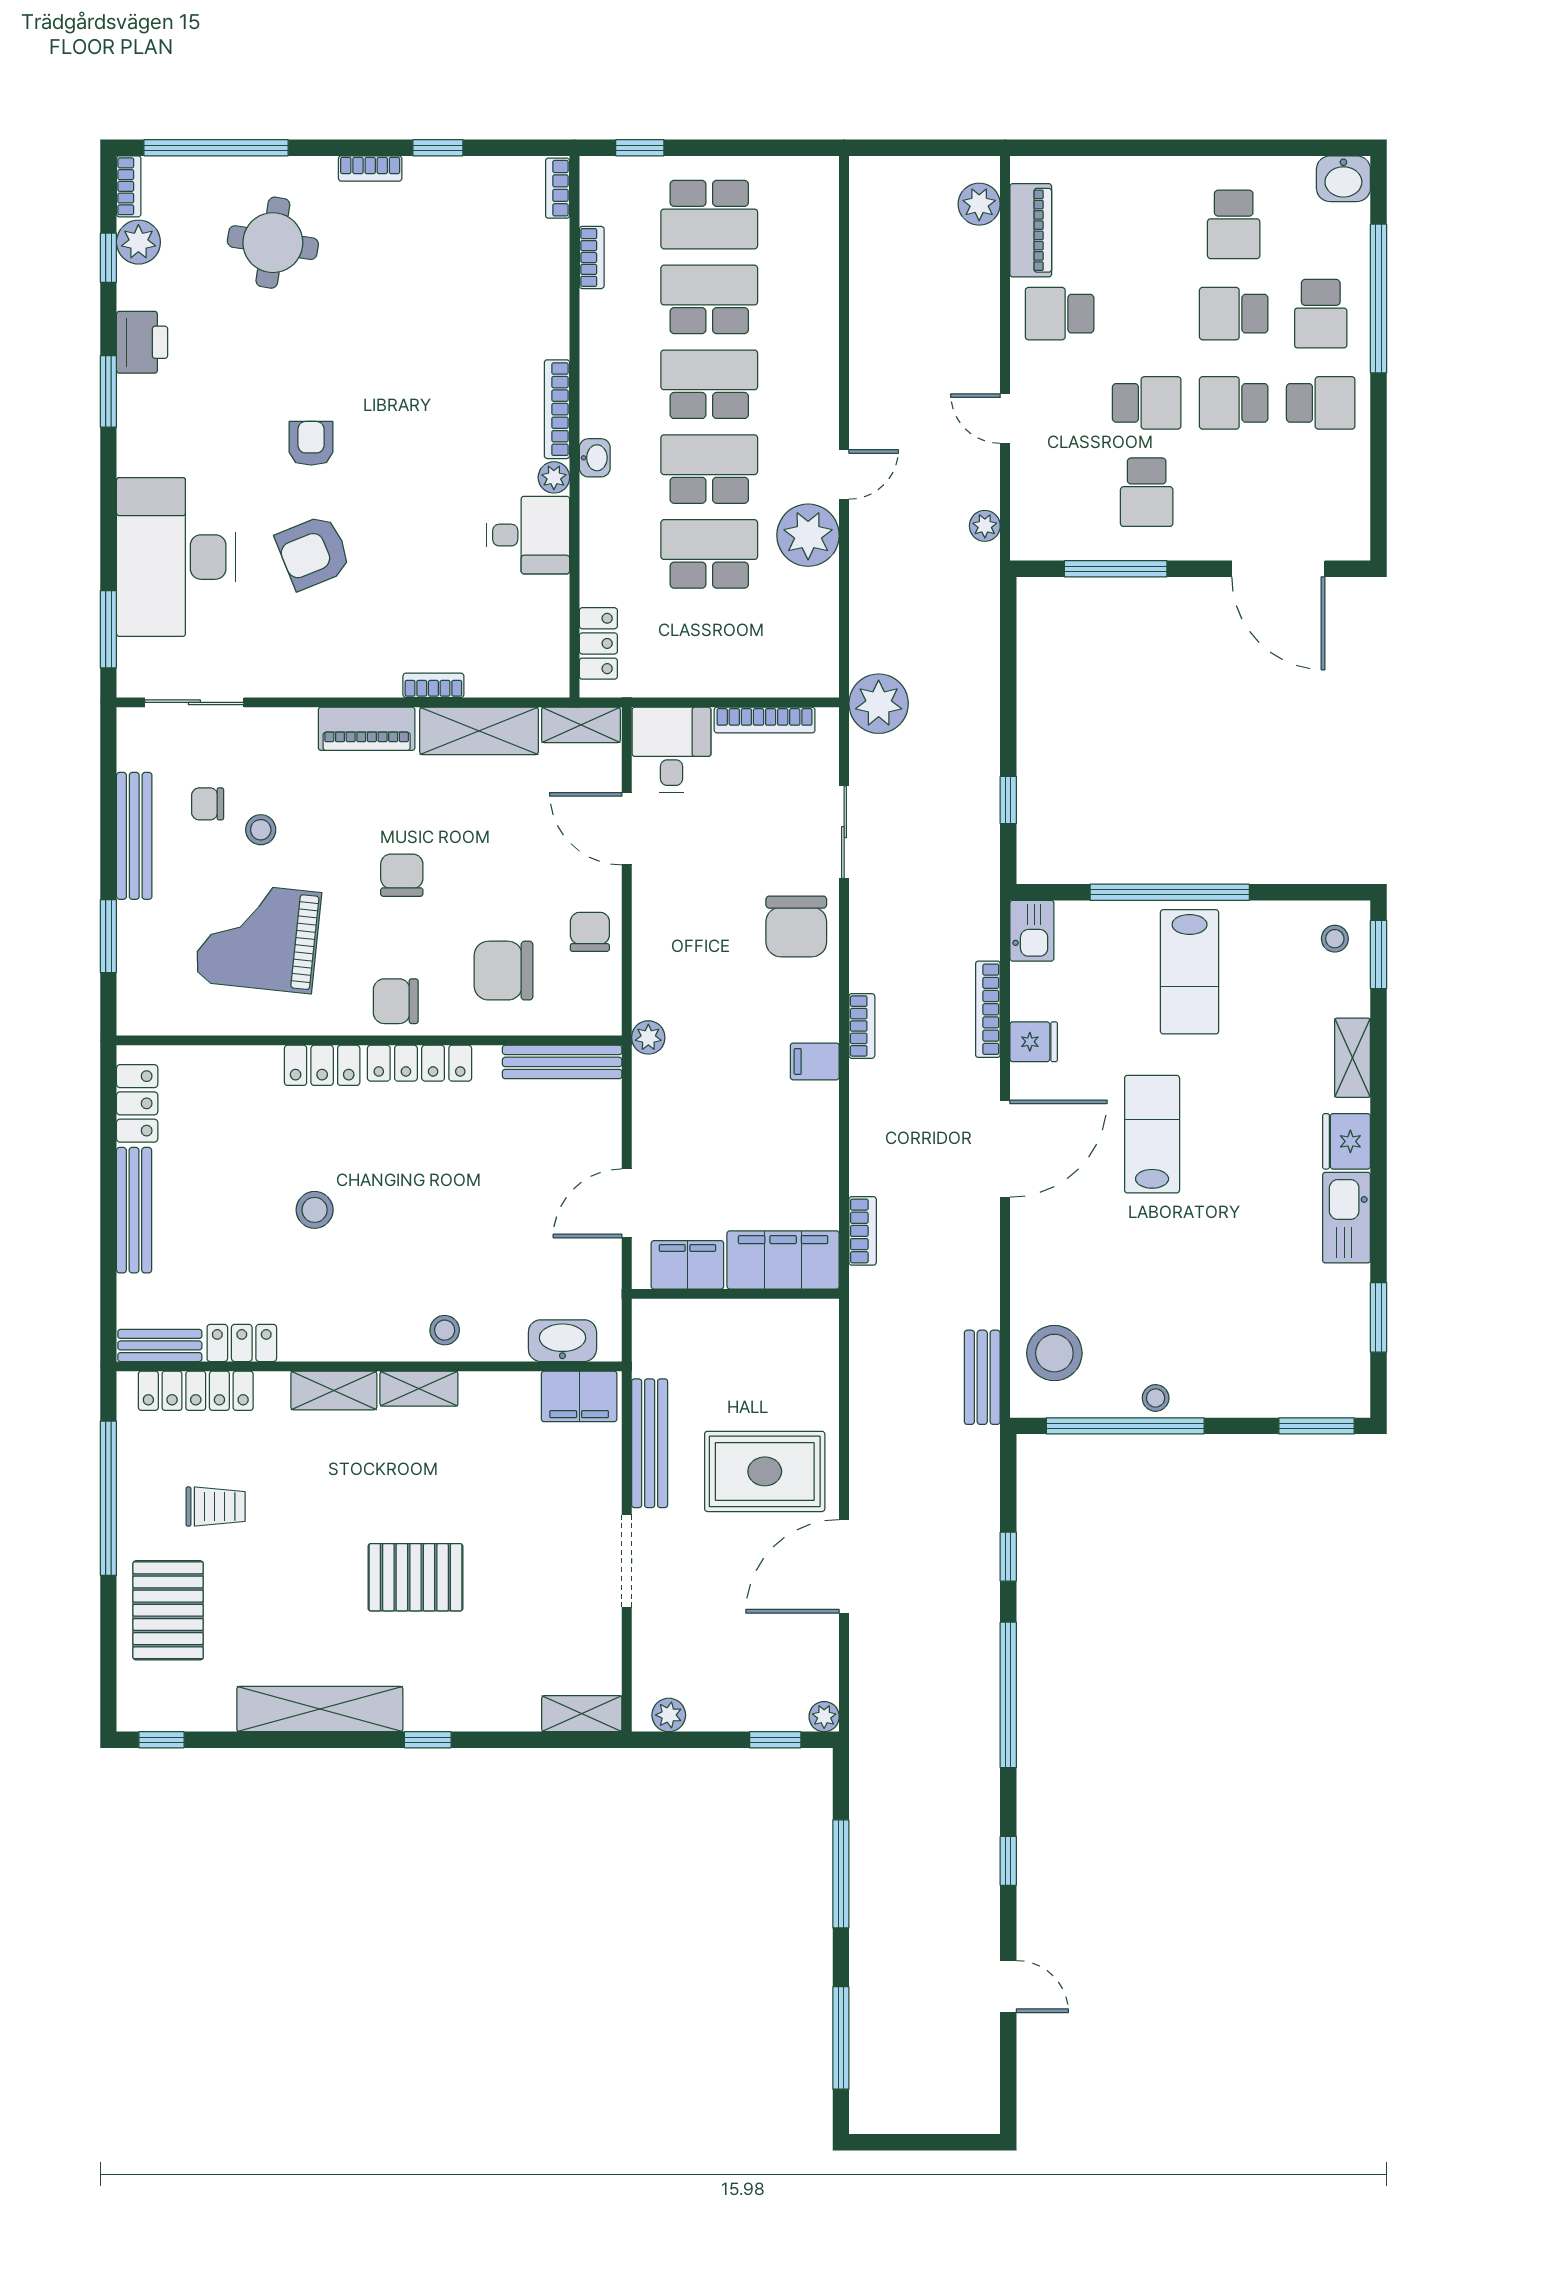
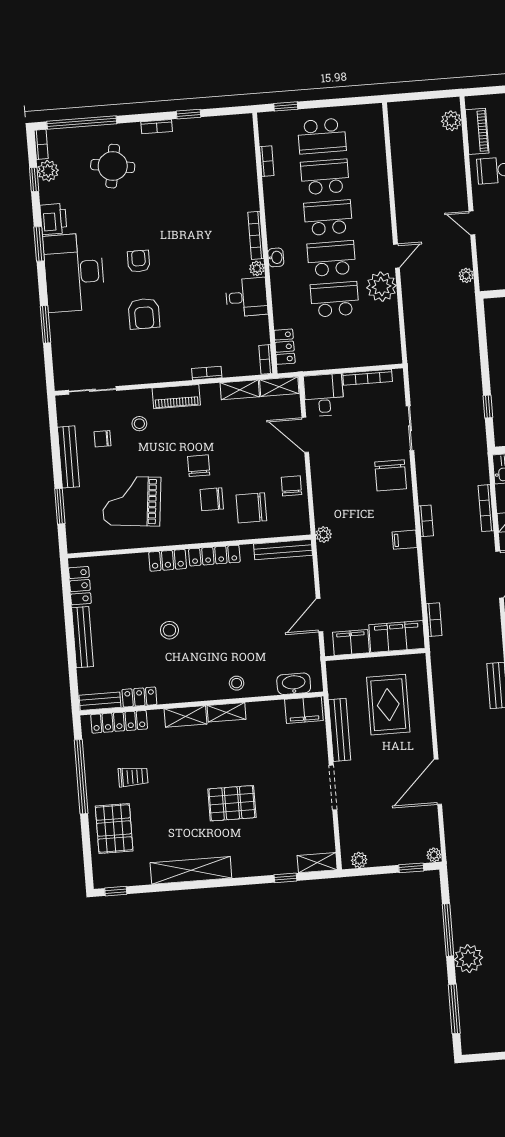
bookcase: (558, 188) -> (266, 359), moved
armchair: (313, 552) -> (144, 314), turned -68
desk: (176, 557) -> (74, 272), moved
window: (108, 629) -> (45, 324), moved
plant: (879, 704) -> (469, 959), moved
shelving: (479, 731) -> (240, 390), width x0.67, depth x0.75
stool: (261, 830) -> (139, 424), moved
chair: (396, 1001) -> (212, 499), moved
rug: (765, 1471) -> (388, 705), moved, turned 90
window: (428, 1740) -> (285, 878), moved

